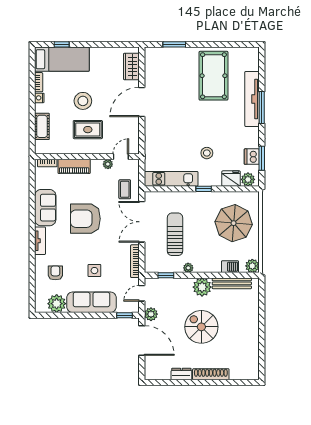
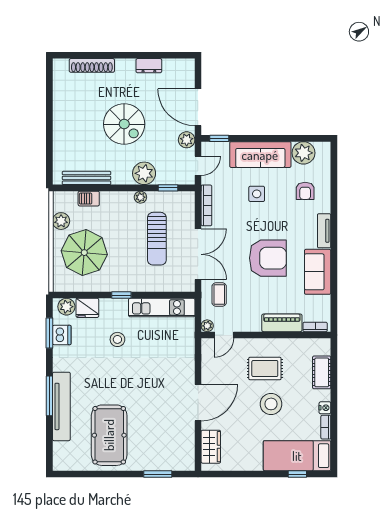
plant: (108, 164) -> (207, 326), moved
plant: (252, 266) -> (61, 221), moved
plant: (202, 287) -> (144, 173), moved
shoe rack: (211, 374) -> (92, 65), moved

